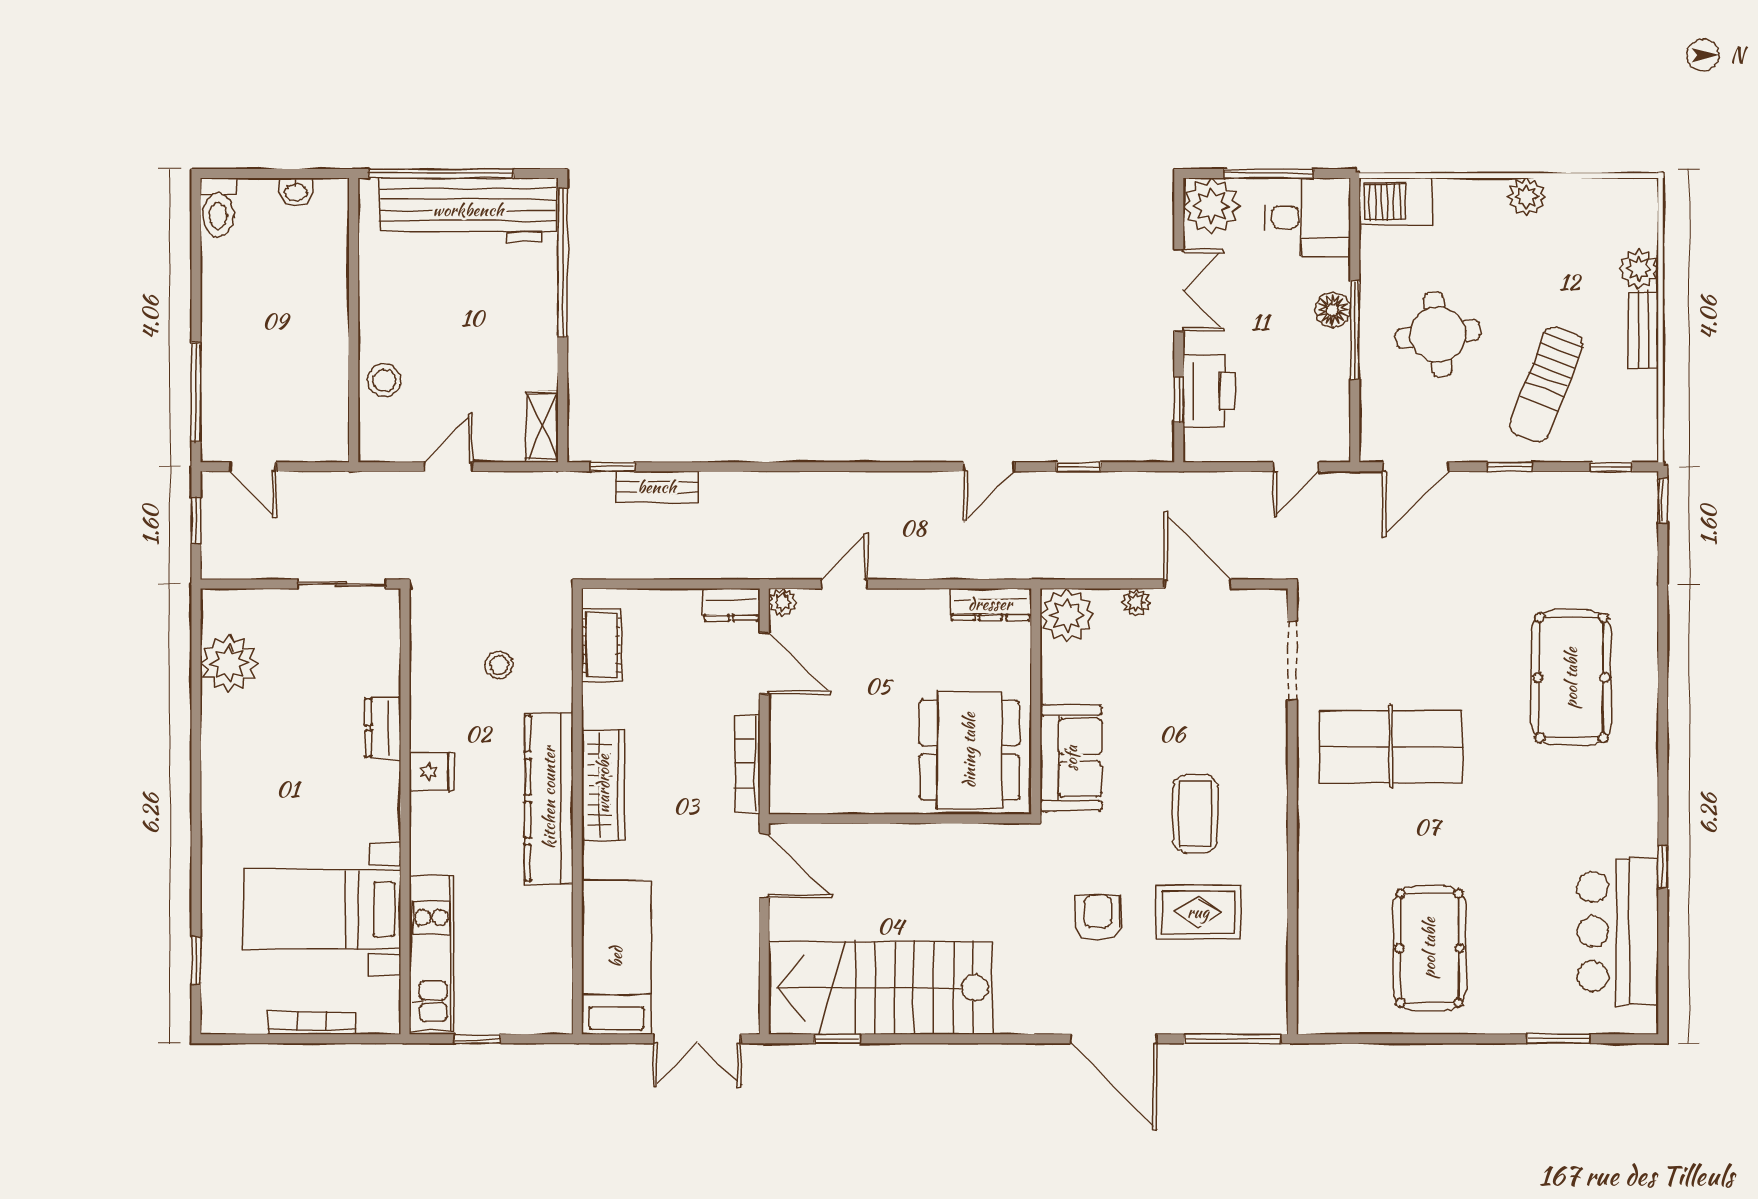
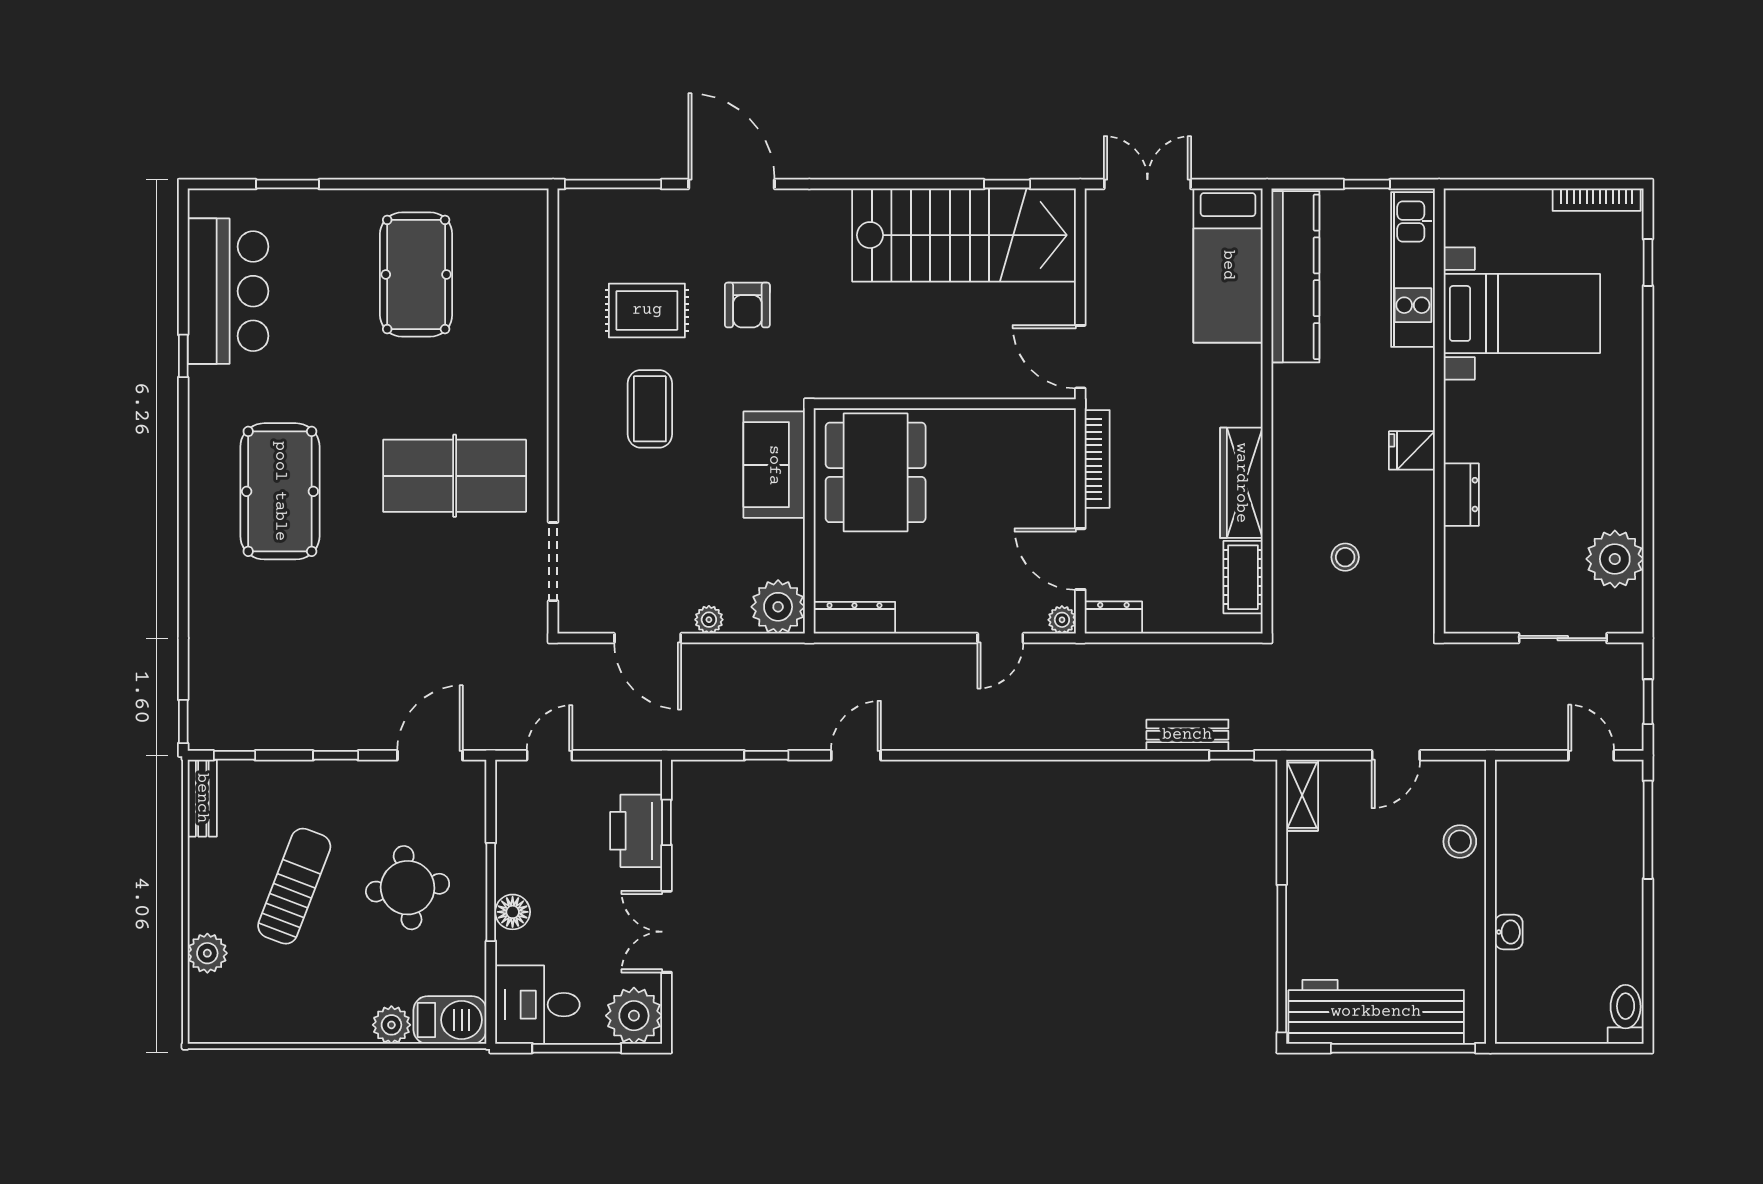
washbasin: (296, 192) -> (1509, 932), moved, turned 90
plant: (1526, 197) -> (391, 1025), moved
bench: (1644, 330) -> (202, 798), moved
sun lounger: (1546, 385) -> (294, 886), moved
sliding door: (342, 584) -> (1563, 638), moved
pool table: (1571, 678) -> (280, 491), moved
wardrobe: (603, 784) -> (1241, 483), moved
kitchen counter: (549, 798) -> (1295, 277), moved
bookcase: (312, 1023) -> (1597, 200), moved

